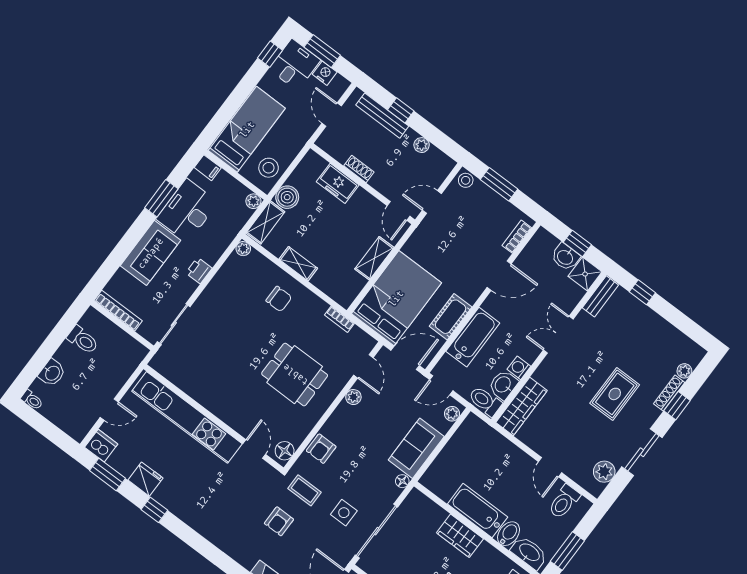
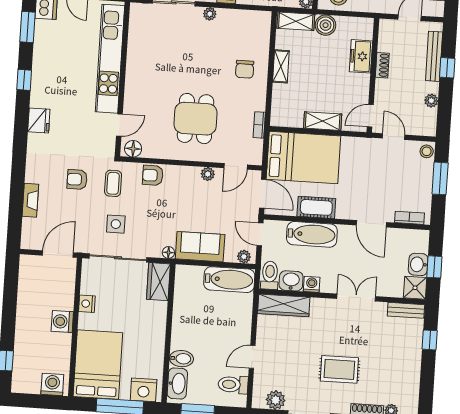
plant: (243, 249) -> (210, 14), moved
fridge: (145, 479) -> (39, 120), moved
bathtub: (478, 510) -> (229, 280), moved, turned 90
wardrobe: (460, 536) -> (158, 282), moved

